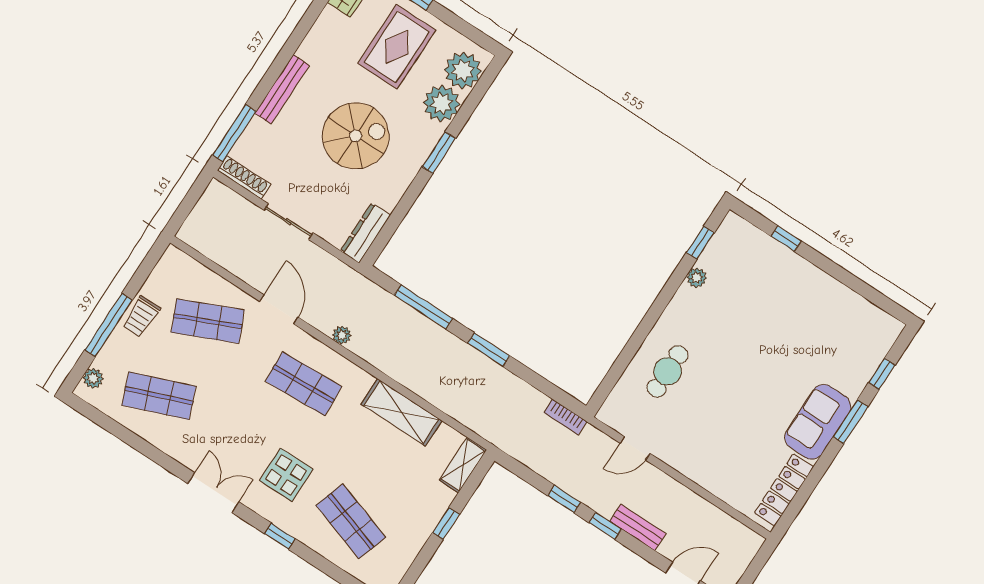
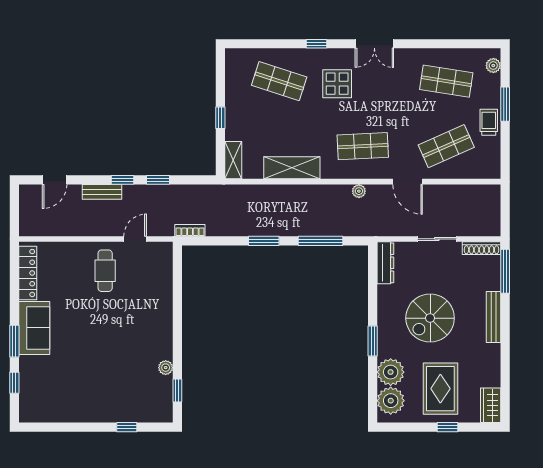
window: (109, 325) -> (505, 104), width x0.69
cafe table: (668, 371) -> (105, 271), moved
shop shelf: (159, 396) -> (446, 81), turned 30

